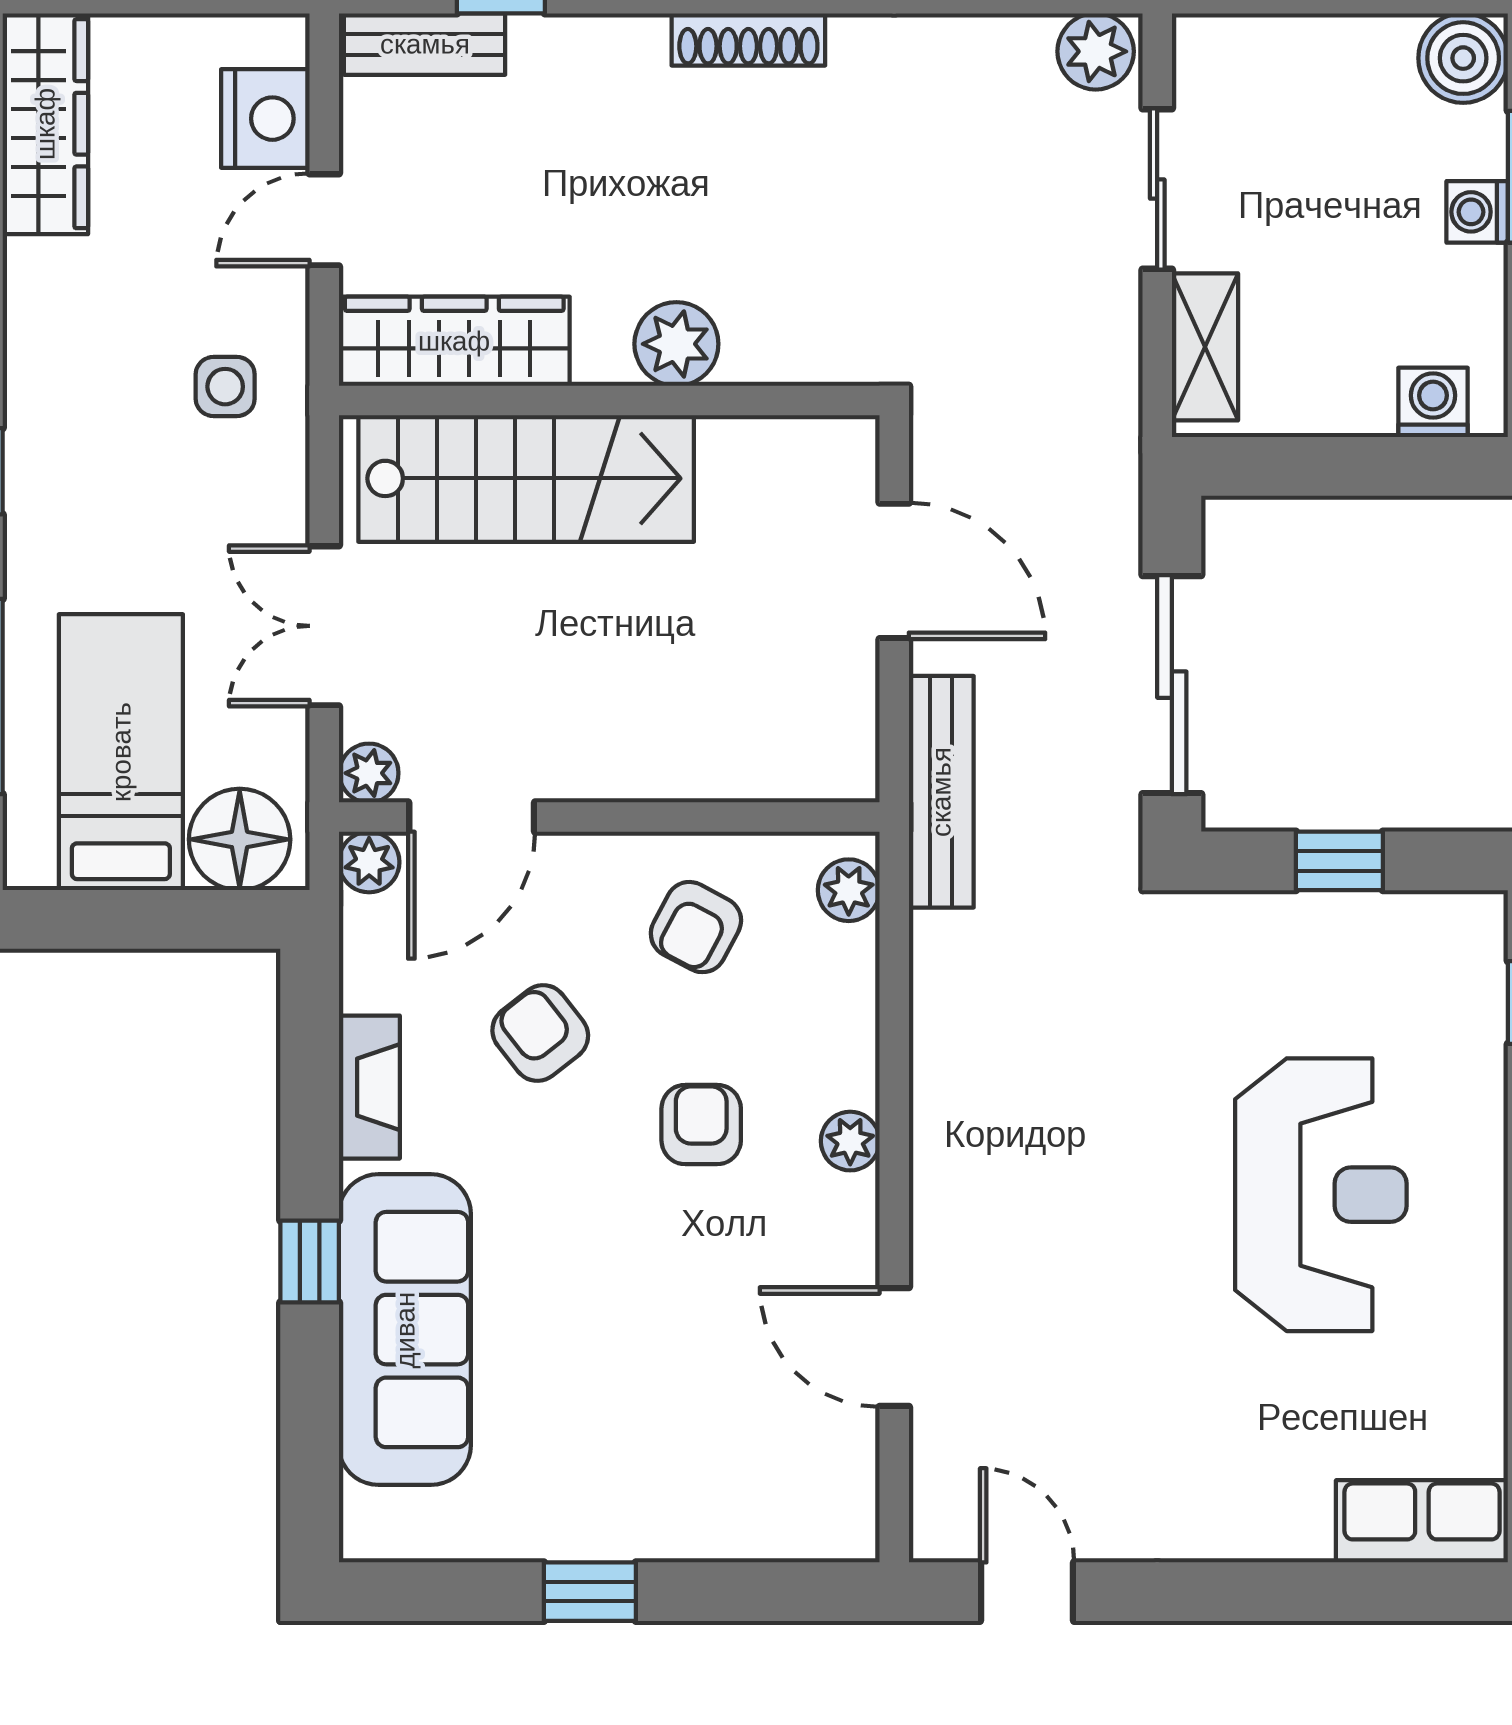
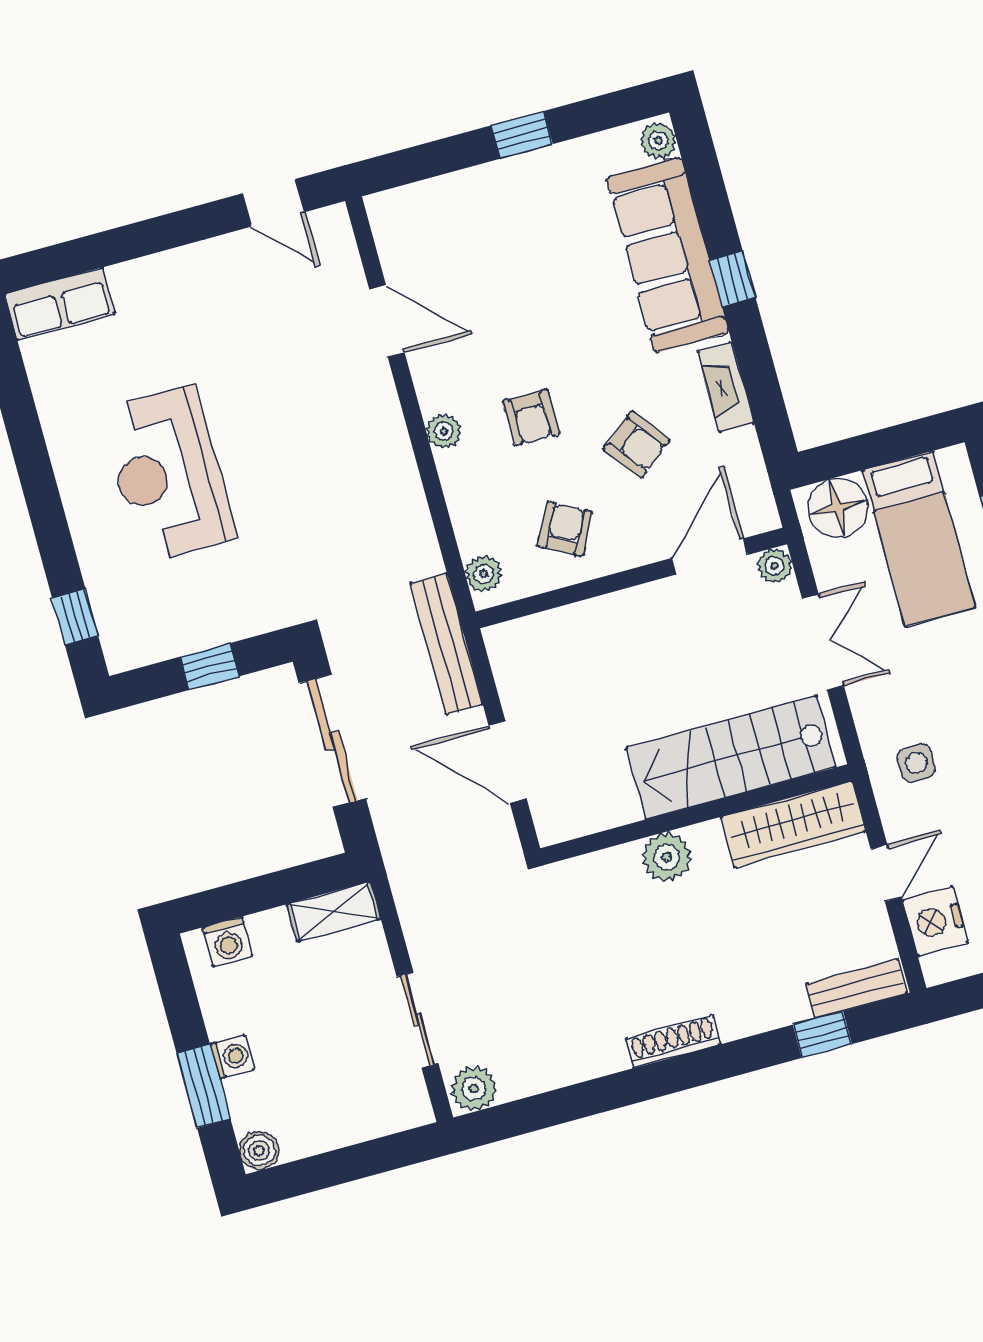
boiler: (1463, 58) -> (259, 1151), width x0.73, depth x0.73
shelving: (1205, 347) -> (334, 912), moved, turned 90
plant: (369, 862) -> (658, 141), moved

